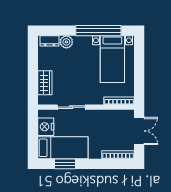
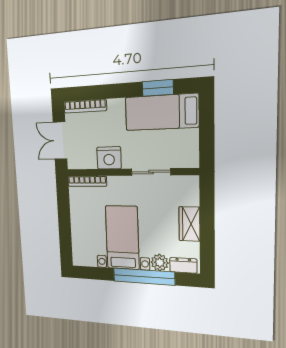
window: (98, 31) -> (144, 277), moved
bed with nightstands: (112, 59) -> (122, 238), moved
wardrobe: (45, 83) -> (189, 224), moved
nightstand: (46, 127) -> (109, 158), moved, turned 90

